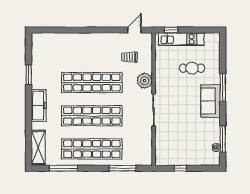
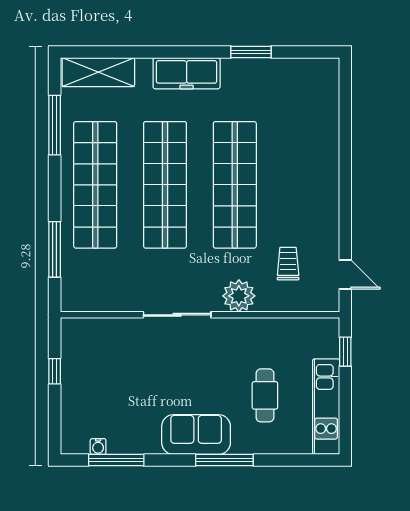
kitchen unit: (181, 39) -> (326, 407), moved

